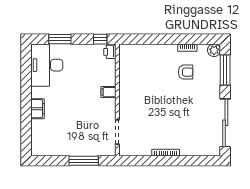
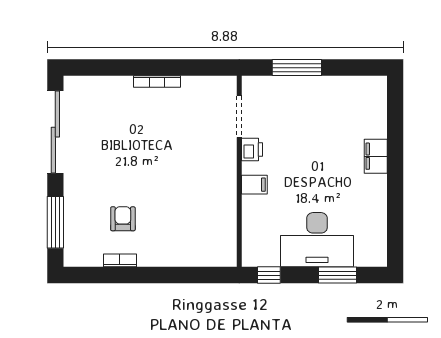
plant: (214, 50) -> (74, 256), removed
printer: (110, 52) -> (252, 150), moved
desk: (47, 65) -> (317, 240), moved, turned 90
armchair: (186, 72) -> (123, 219), turned 90

